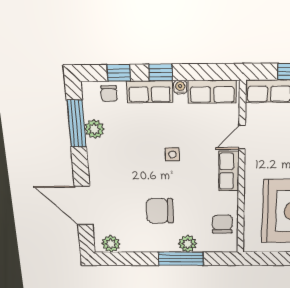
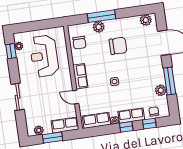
window: (77, 124) -> (170, 81), moved
door: (242, 137) -> (76, 97), swing flipped

